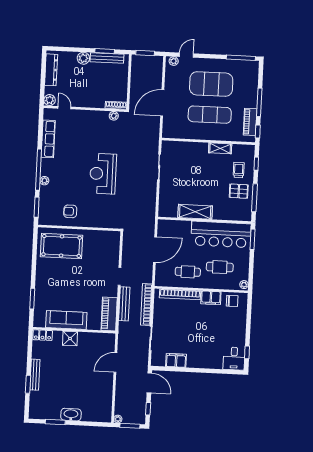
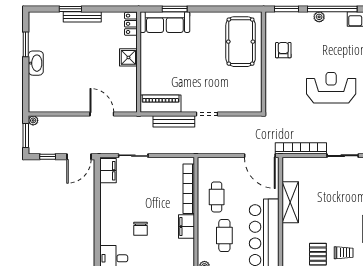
door: (155, 250) -> (260, 156), moved
chair: (232, 301) -> (141, 229), moved
bookcase: (146, 305) -> (301, 148), moved
sofa: (66, 320) -> (165, 22), moved, turned 90
filing cabinet: (176, 360) -> (108, 171), moved

